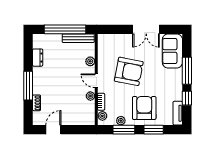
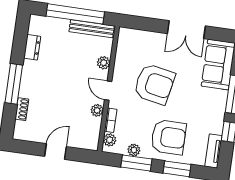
armchair: (144, 108) -> (168, 137), turned 90
door: (53, 130) -> (56, 151), moved

